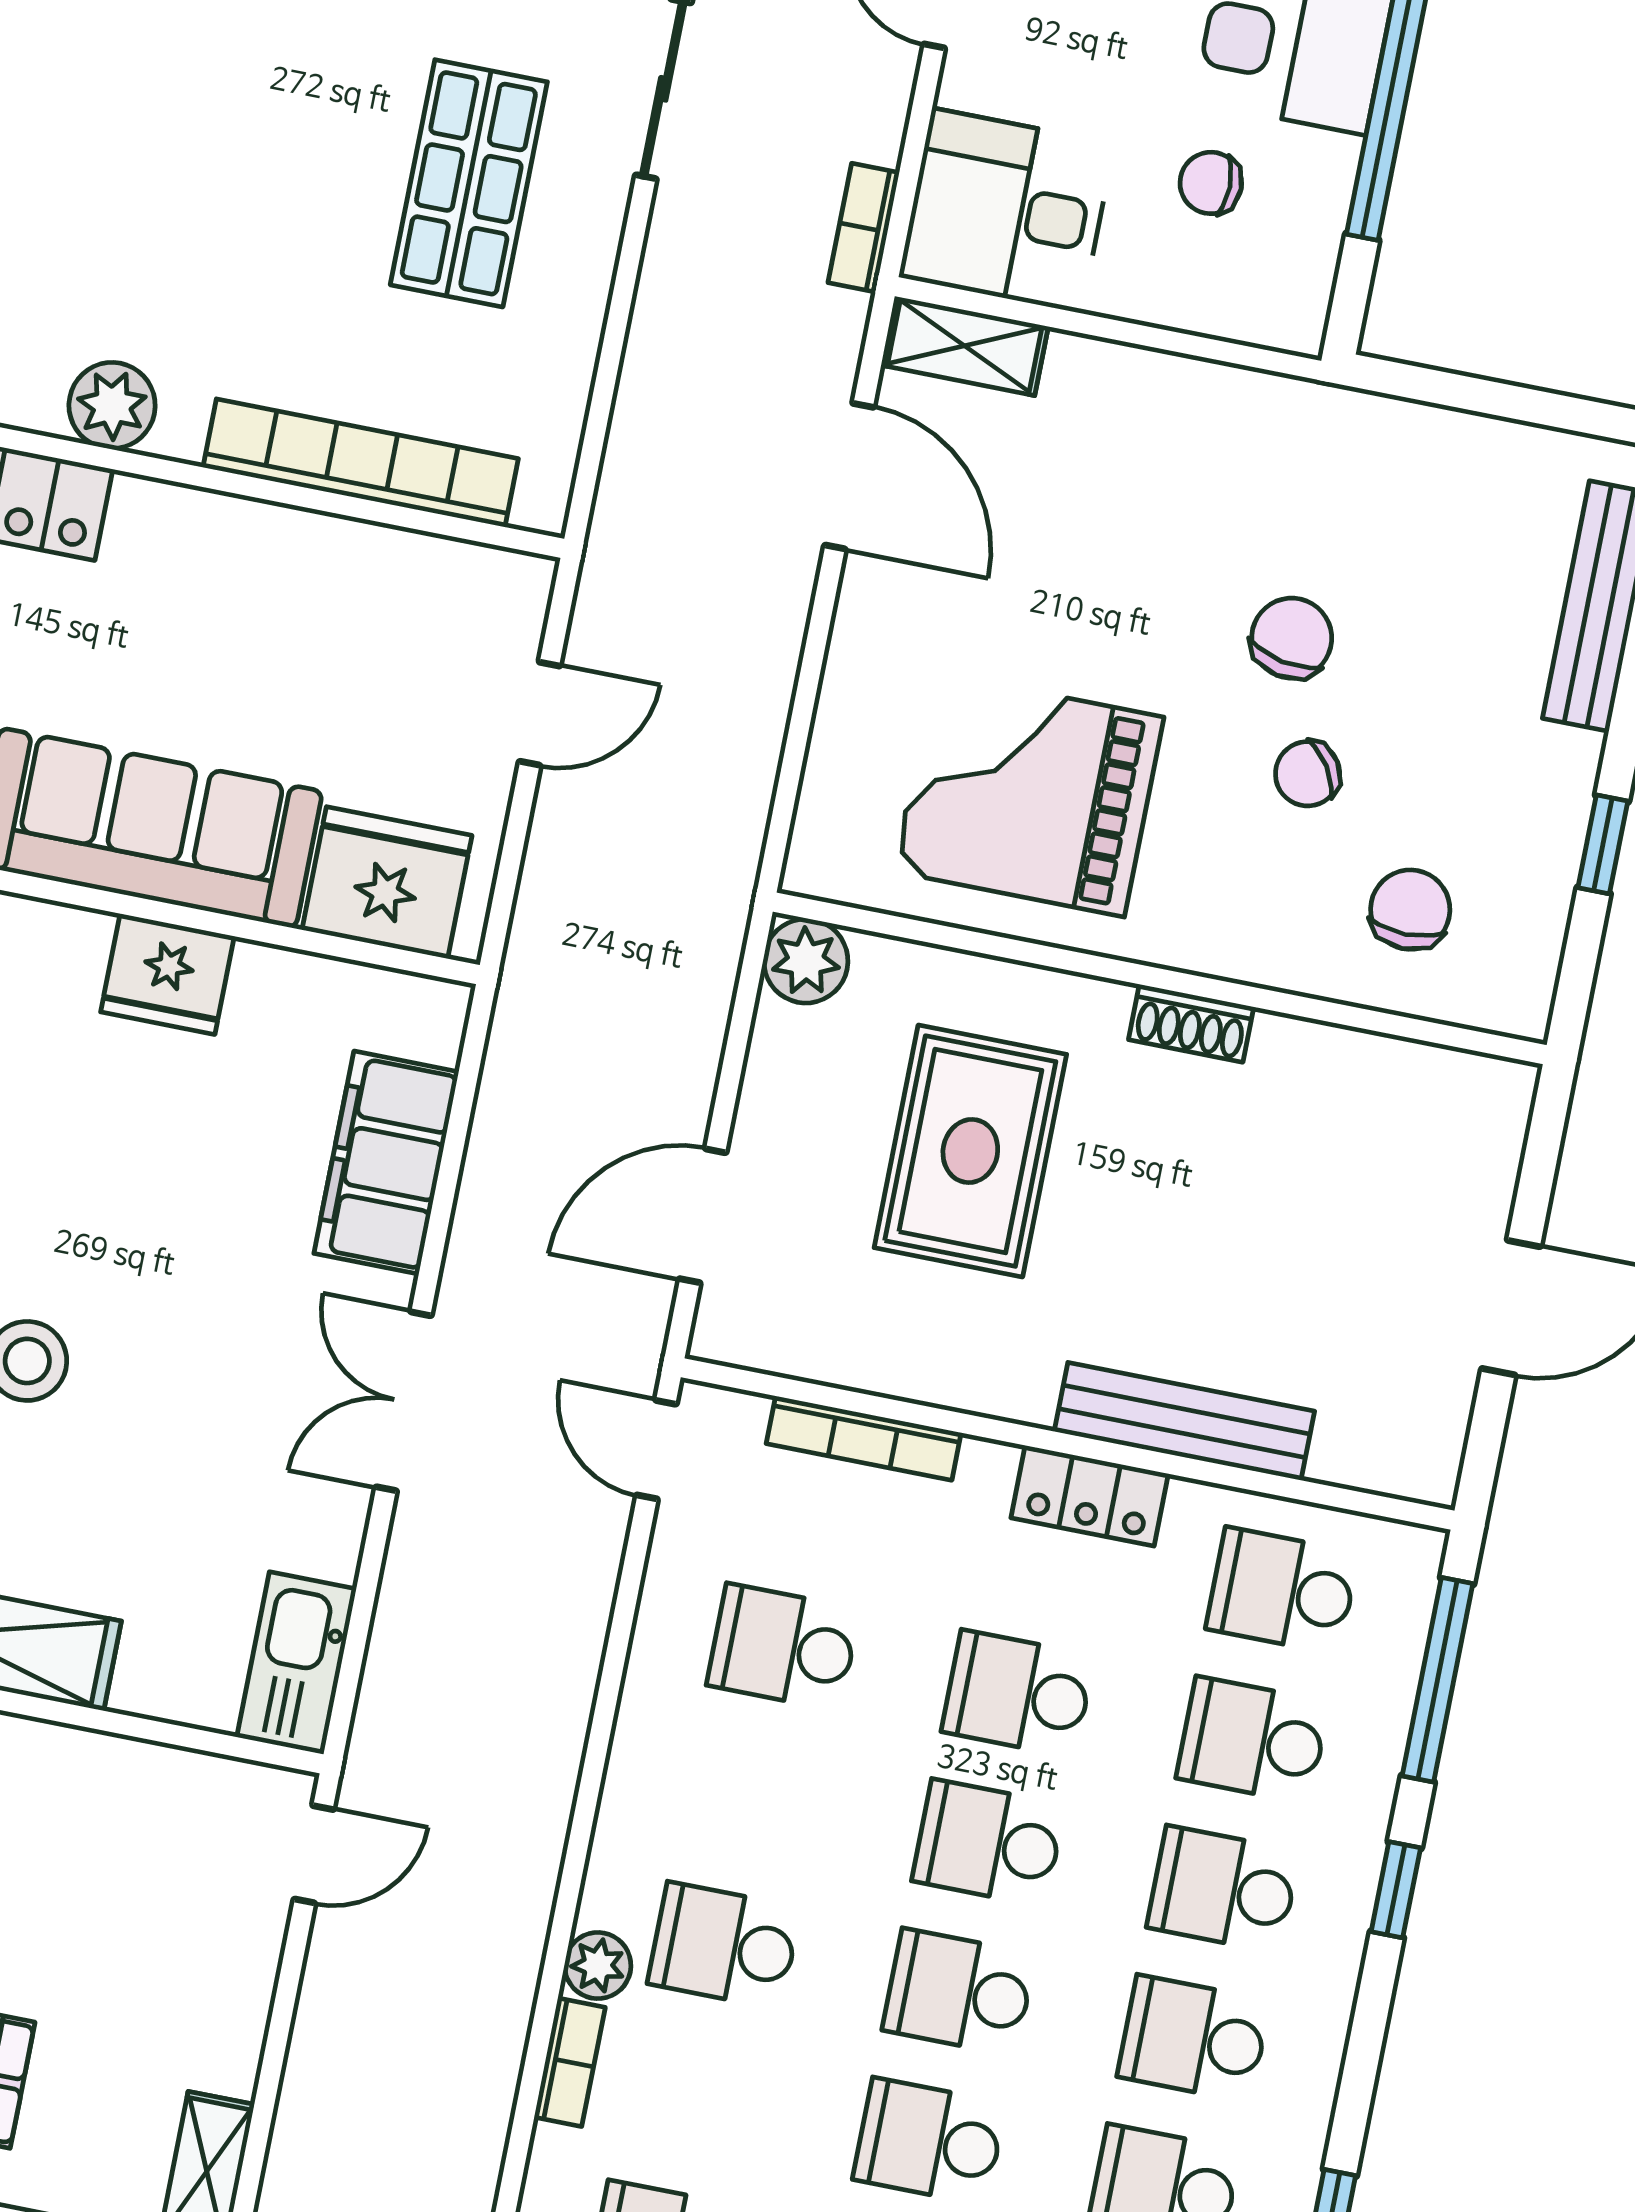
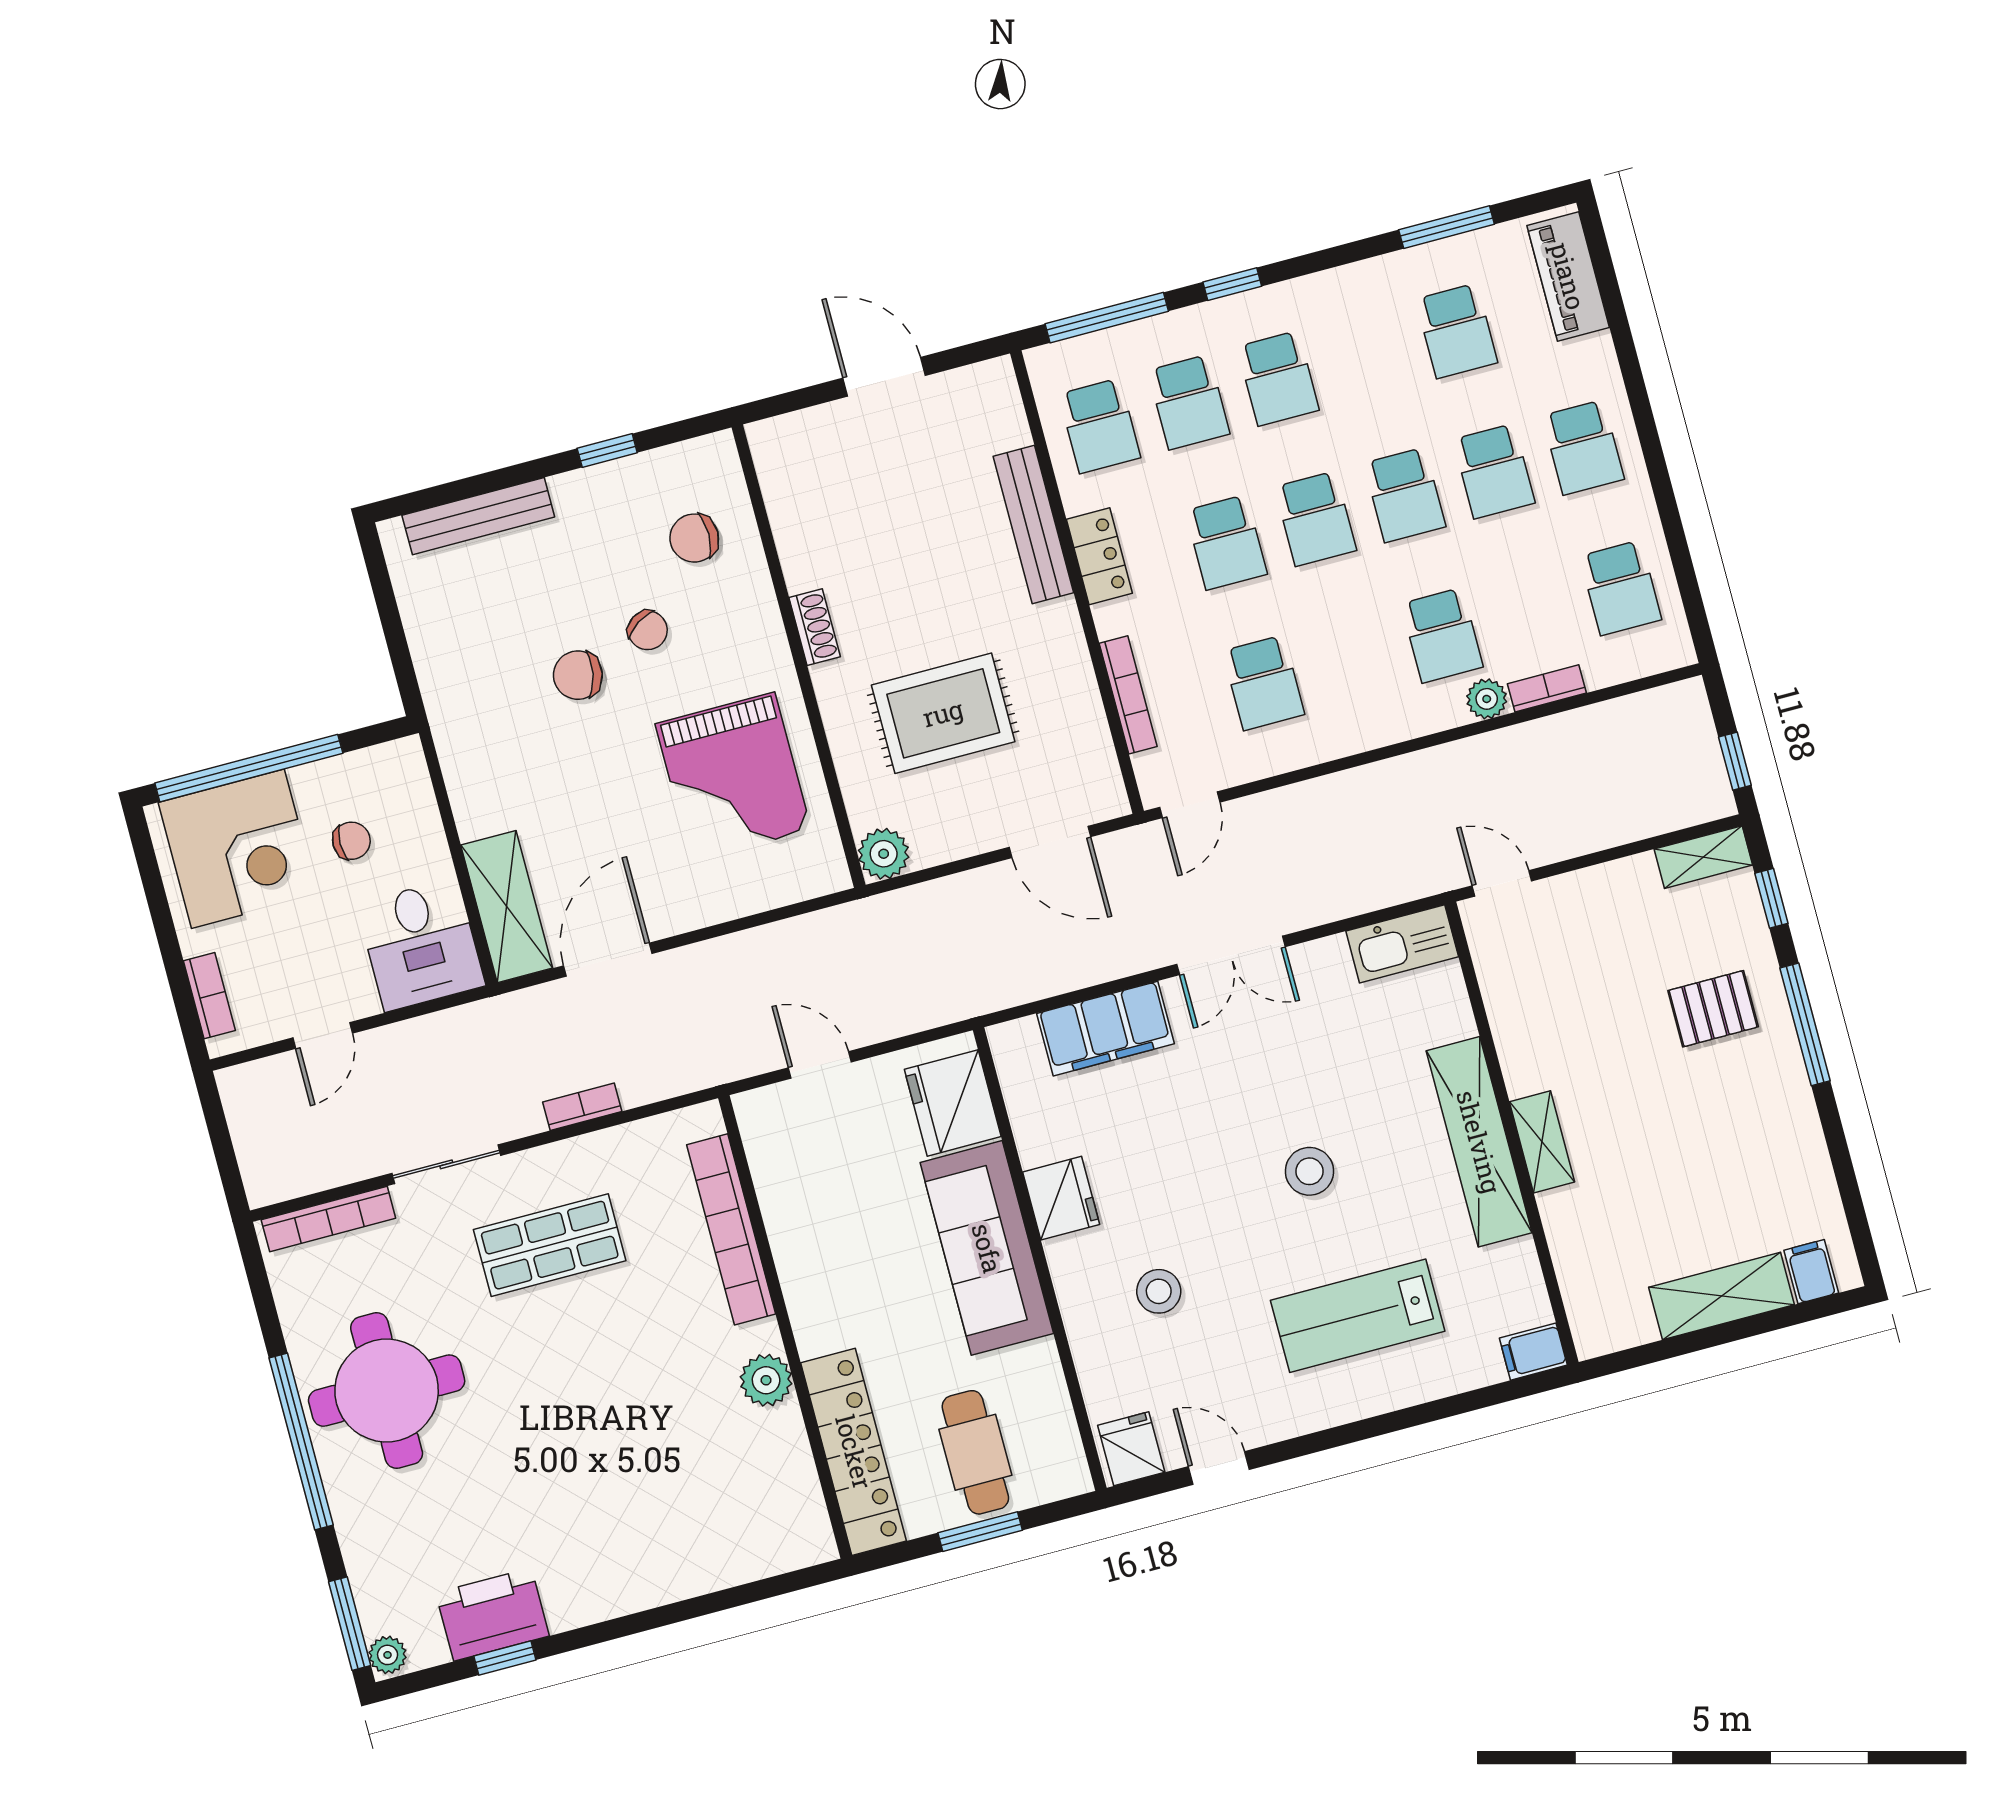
chair: (1211, 183) -> (351, 841), turned -90
bookcase: (864, 228) -> (582, 1107), moved, turned 180
shelving: (965, 346) -> (507, 907), width x1.50, depth x1.33
school desk: (1194, 2039) -> (1367, 355), removed

